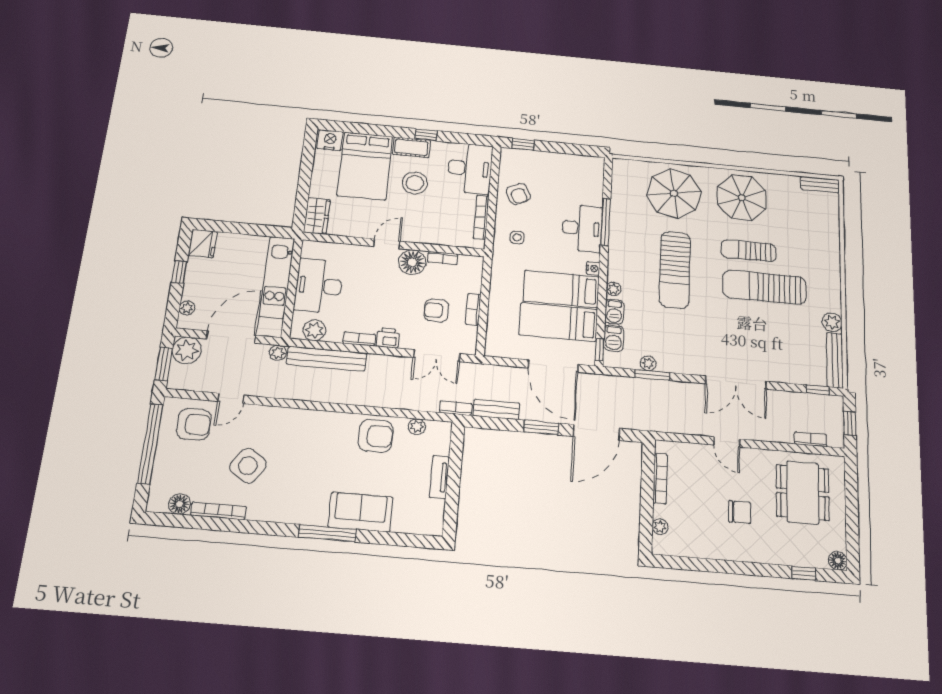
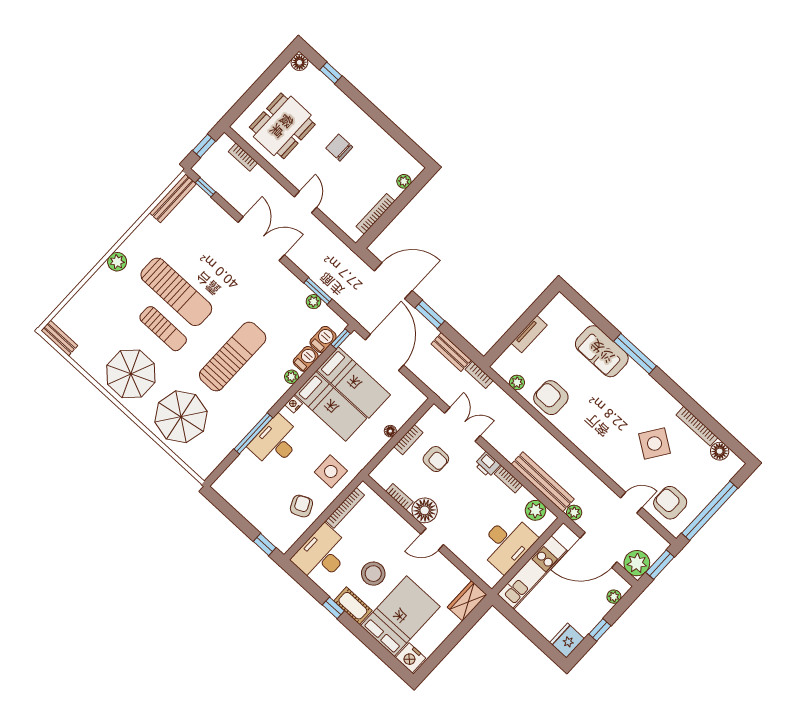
side table: (517, 237) -> (331, 471), width x1.87, depth x1.87
floor lamp: (494, 305) -> (390, 431), added
plant: (832, 322) -> (117, 262), moved

